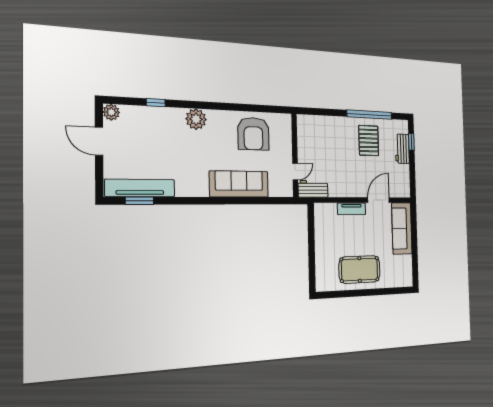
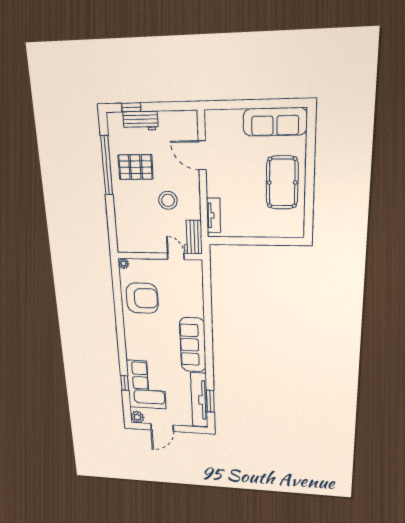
plant: (196, 119) -> (124, 263), moved, width x0.53, depth x0.53
corner sofa: (155, 128) -> (146, 385), added
stool: (343, 168) -> (168, 200), added
sofa: (239, 184) -> (193, 345), moved
tv unit: (352, 209) -> (214, 215), moved
sofa: (402, 228) -> (275, 122), moved

